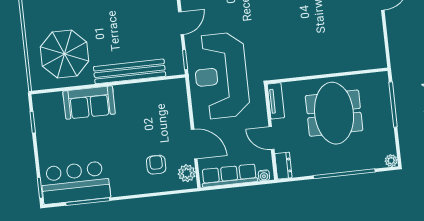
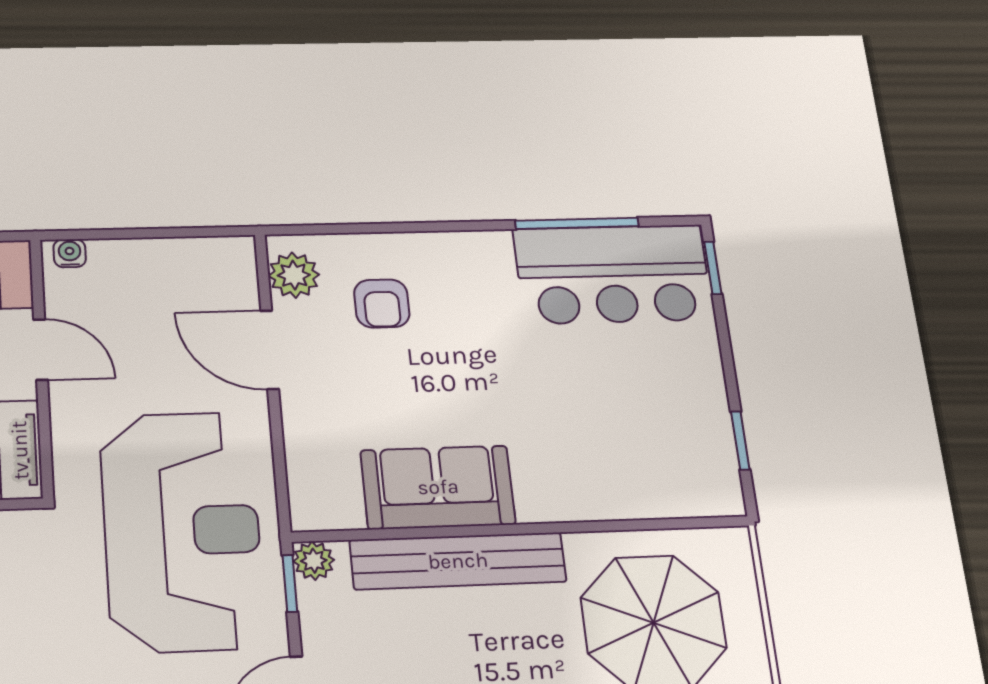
plant: (177, 68) -> (314, 561), added
sofa: (89, 102) -> (438, 487), moved
row of seats: (229, 176) -> (171, 260), removed

